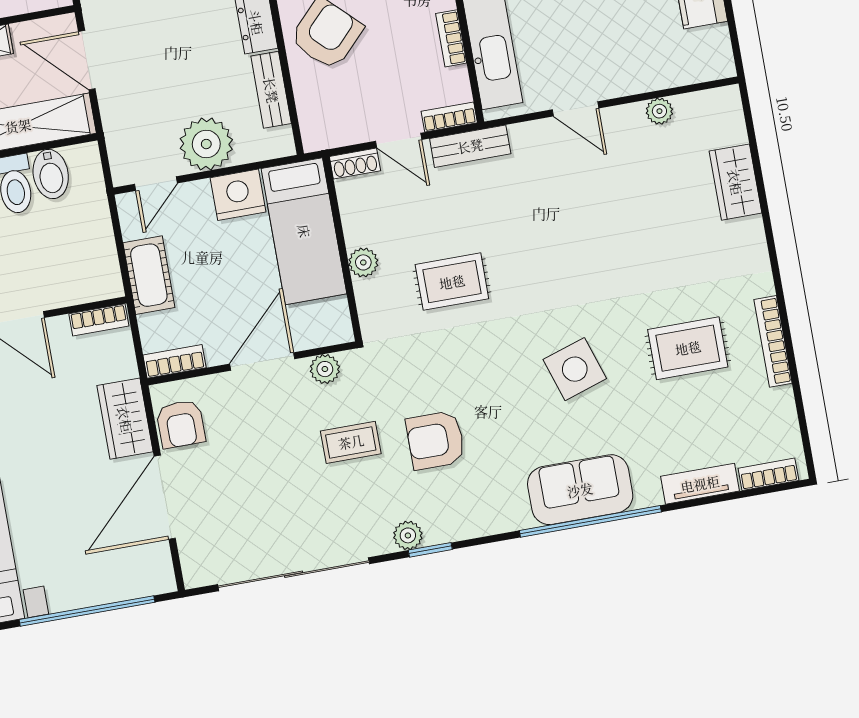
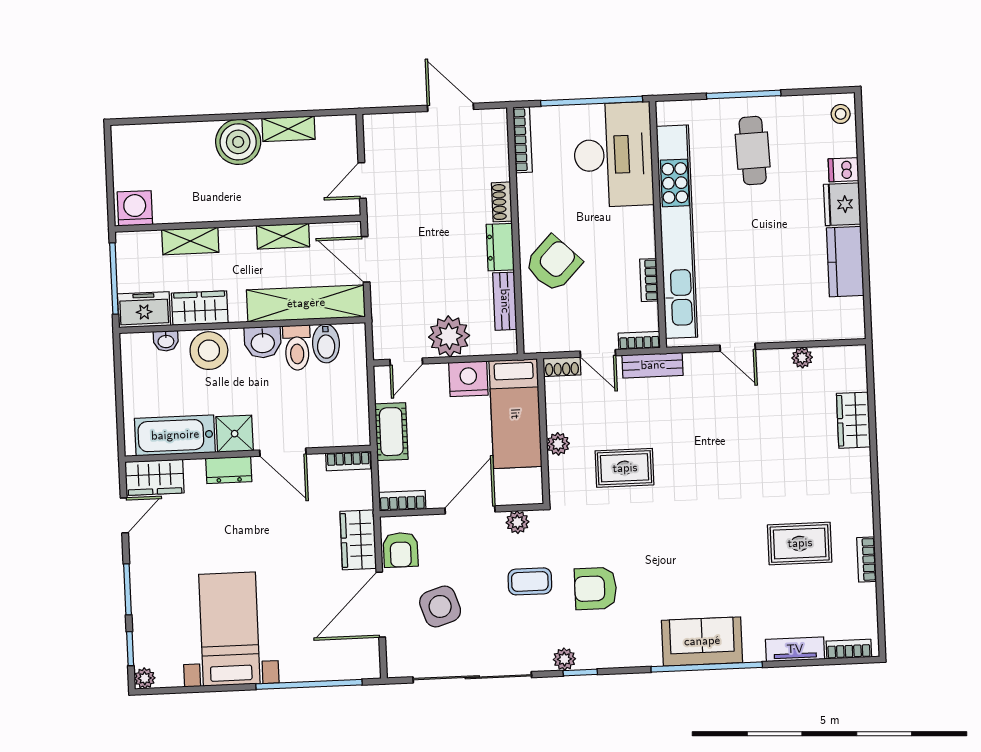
bookcase: (773, 341) -> (867, 559), width x0.64
side table: (575, 369) -> (440, 606), moved

